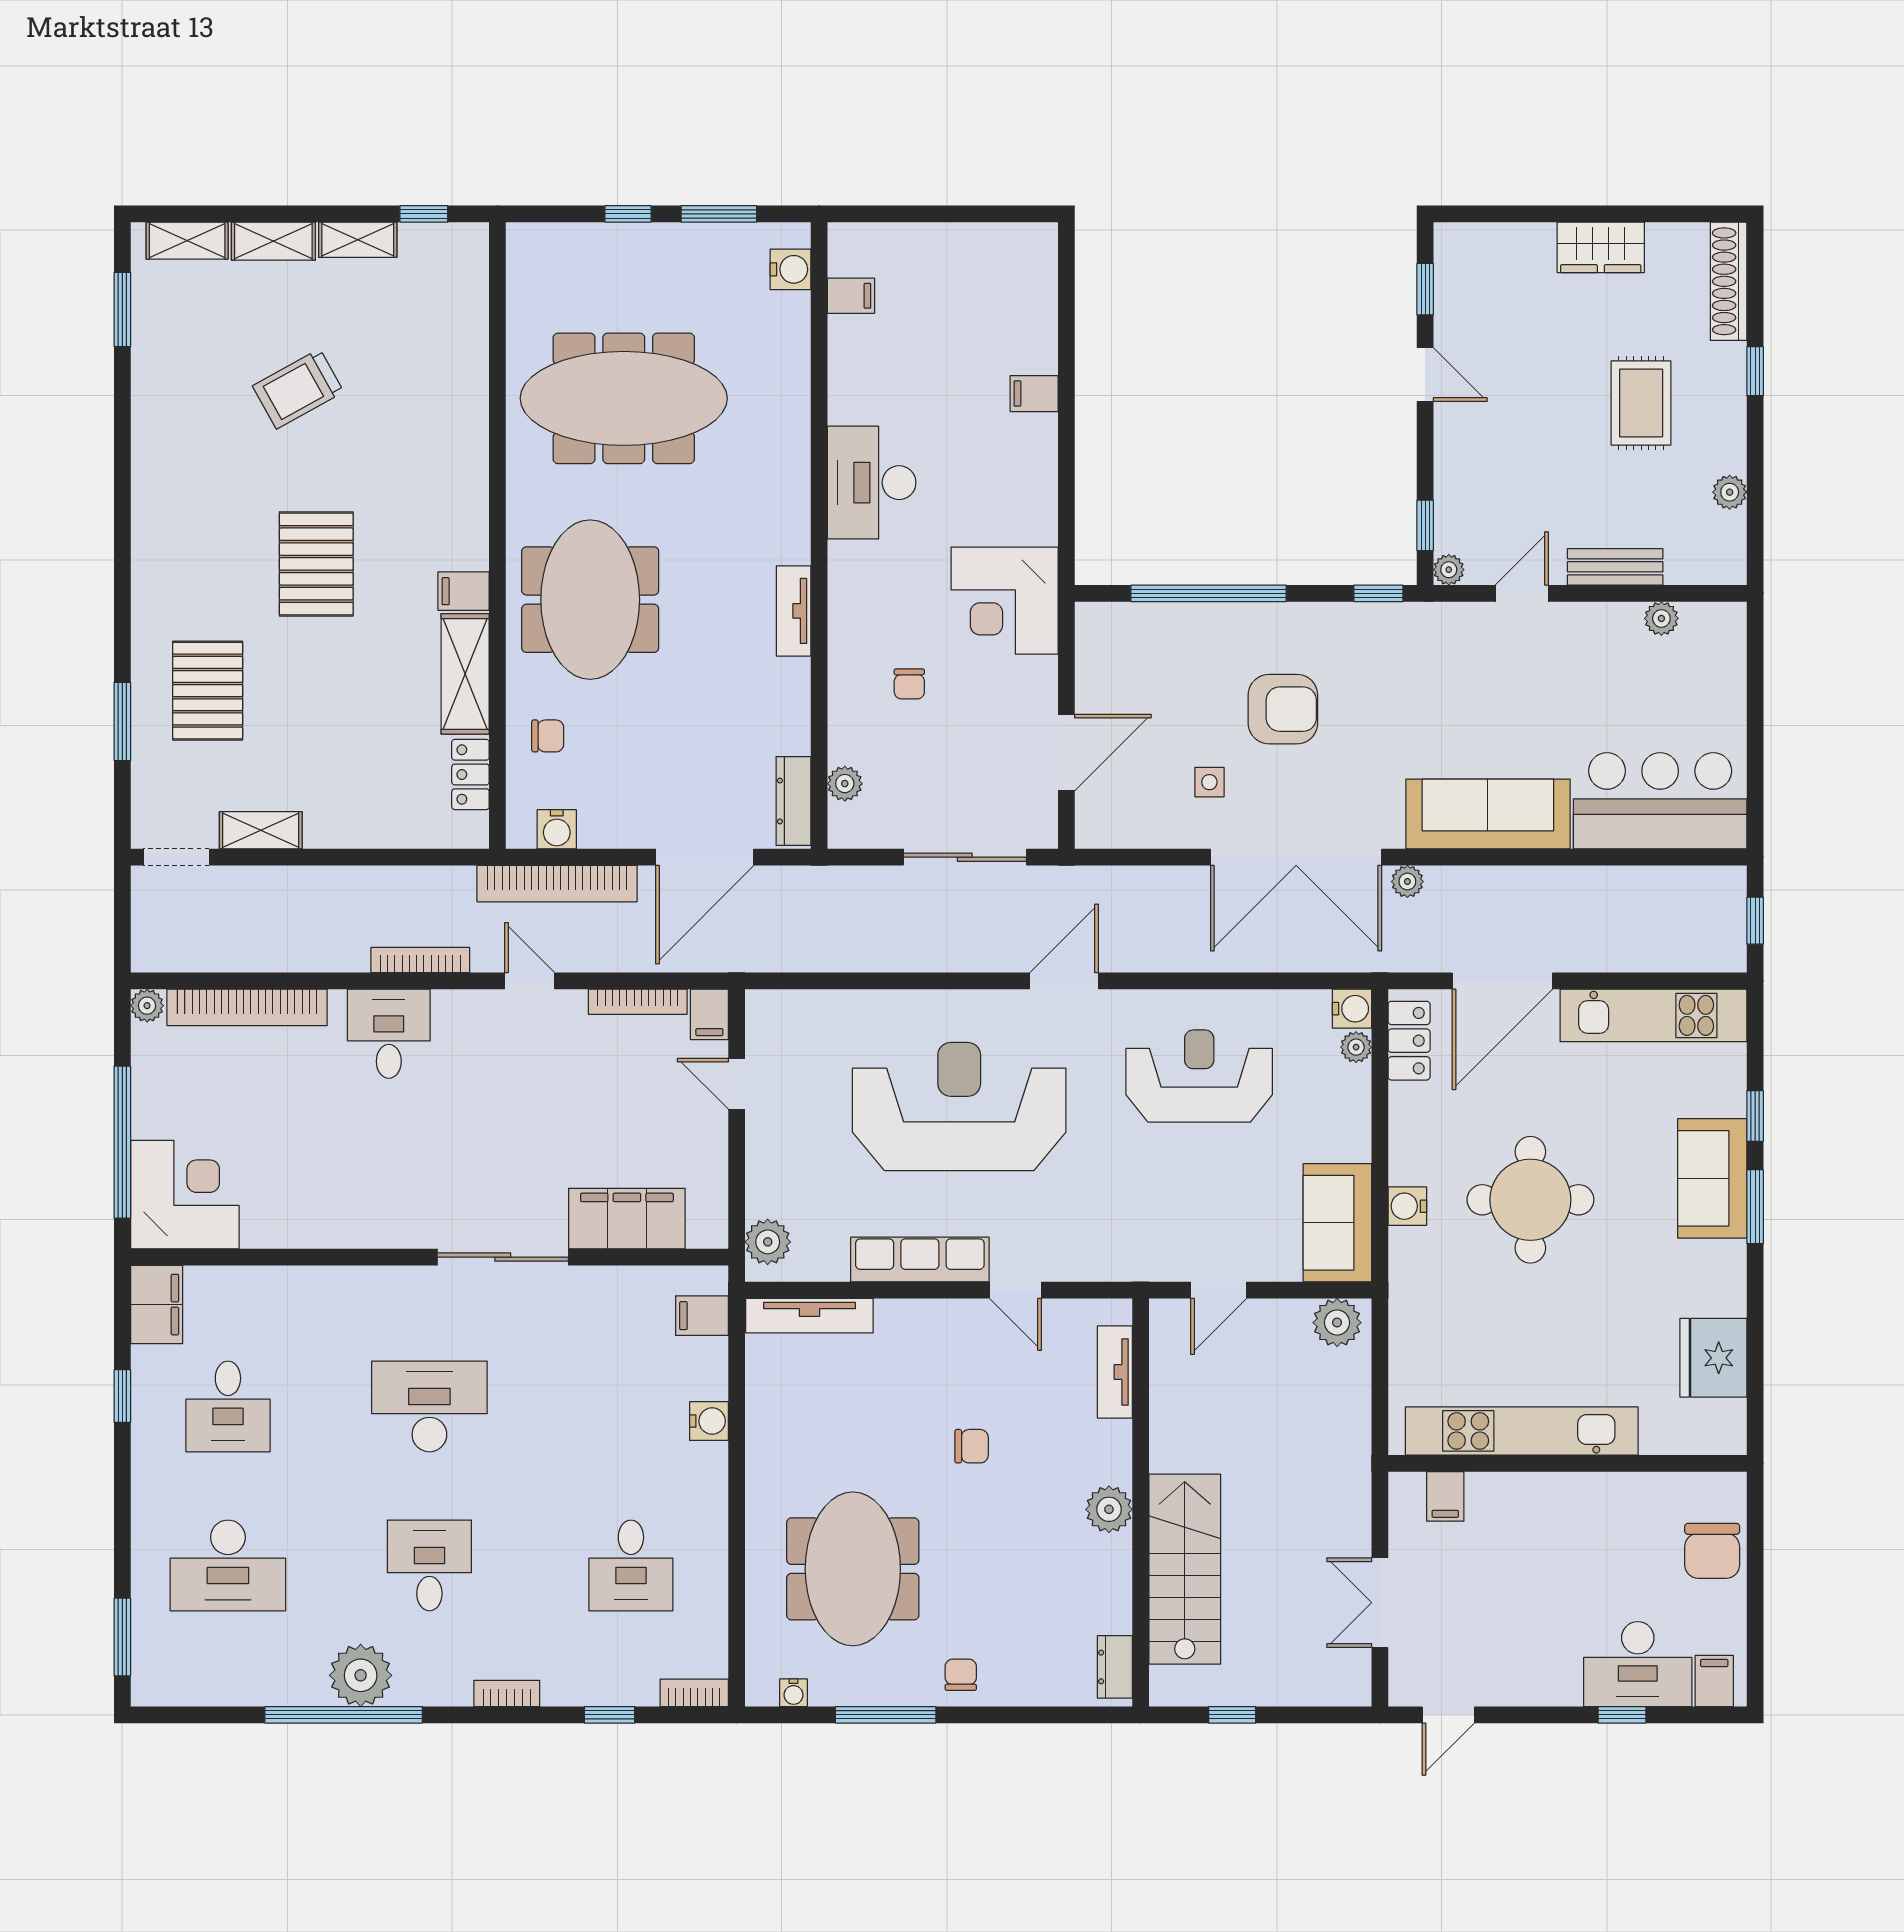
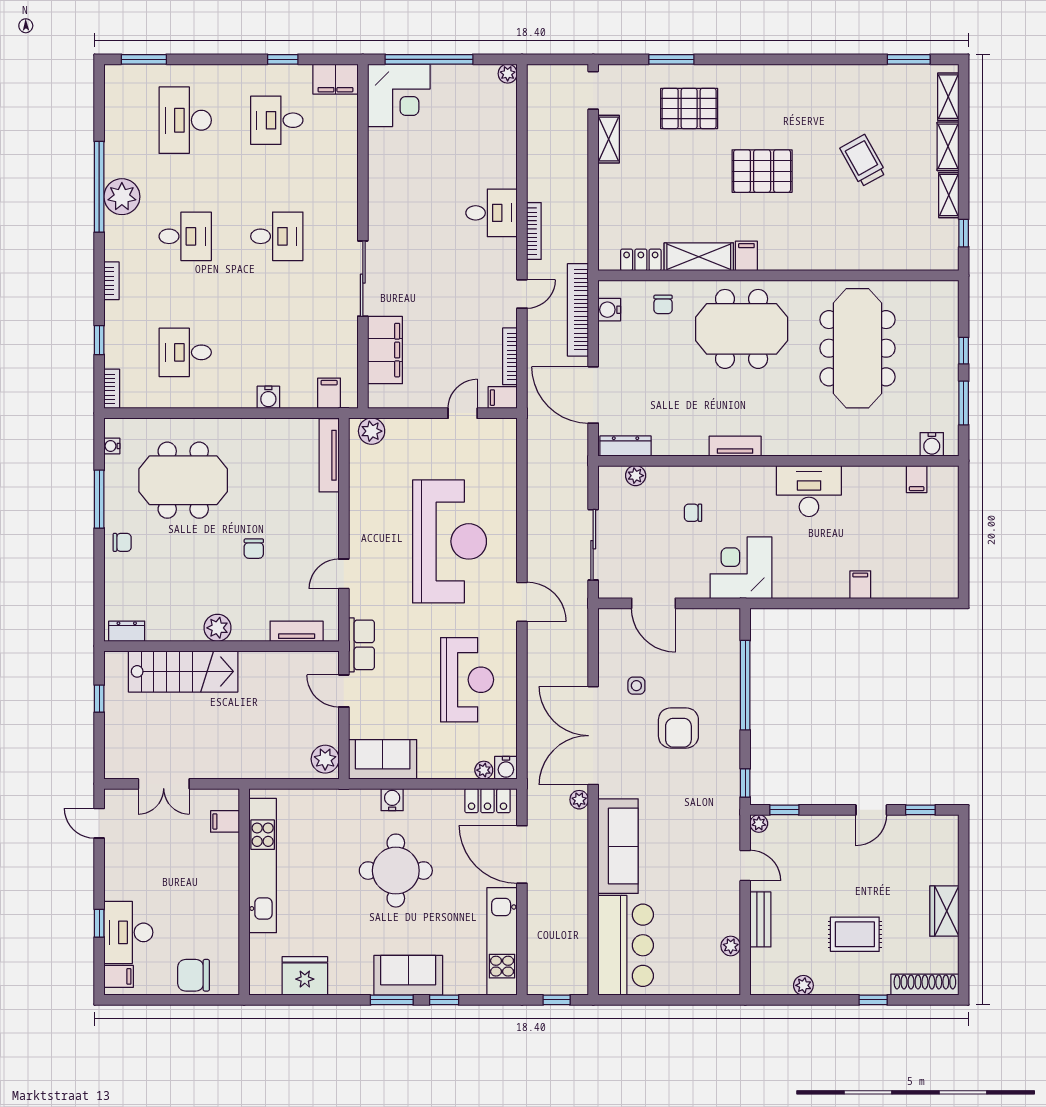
bookcase: (247, 1007) -> (507, 131), removed
row of seats: (920, 1259) -> (361, 645), moved, width x0.68
desk: (429, 1406) -> (277, 236), width x0.73
double door: (1380, 1603) -> (164, 784), swing flipped

